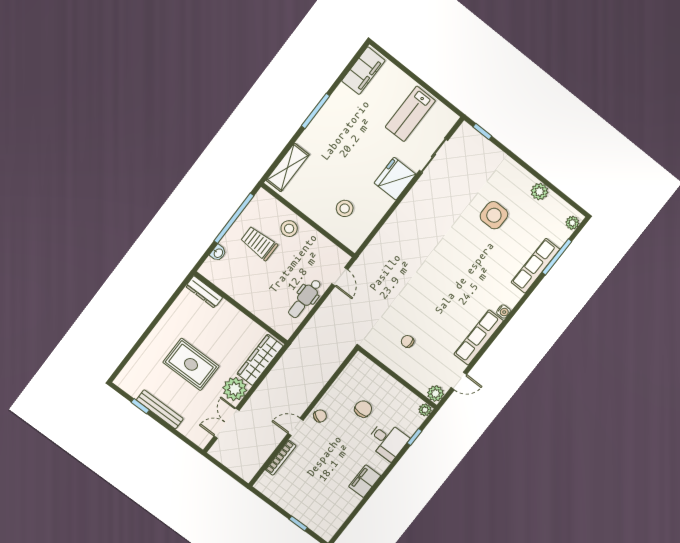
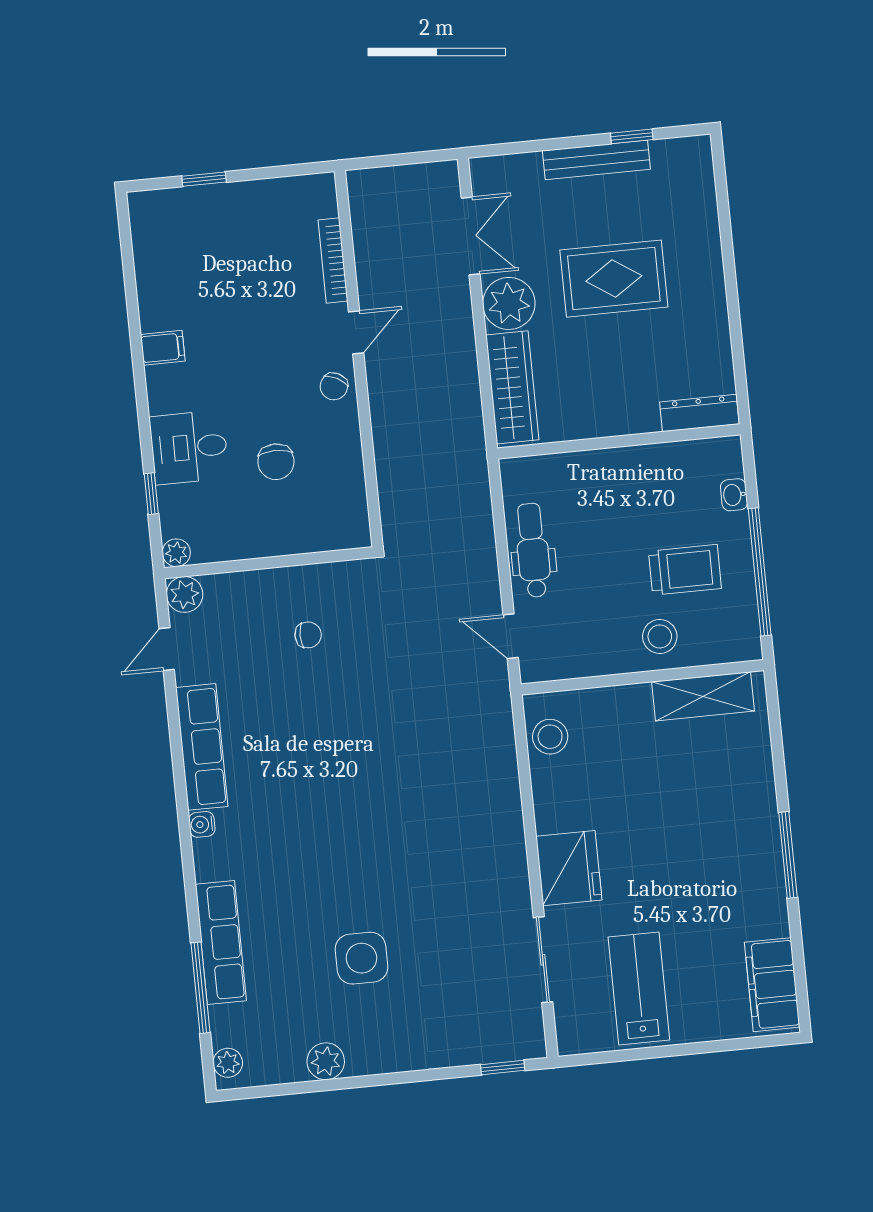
shelving: (288, 167) -> (703, 696), moved, turned 90
stool: (345, 208) -> (550, 737), moved
filing cabinet: (365, 481) -> (163, 348), width x0.50

